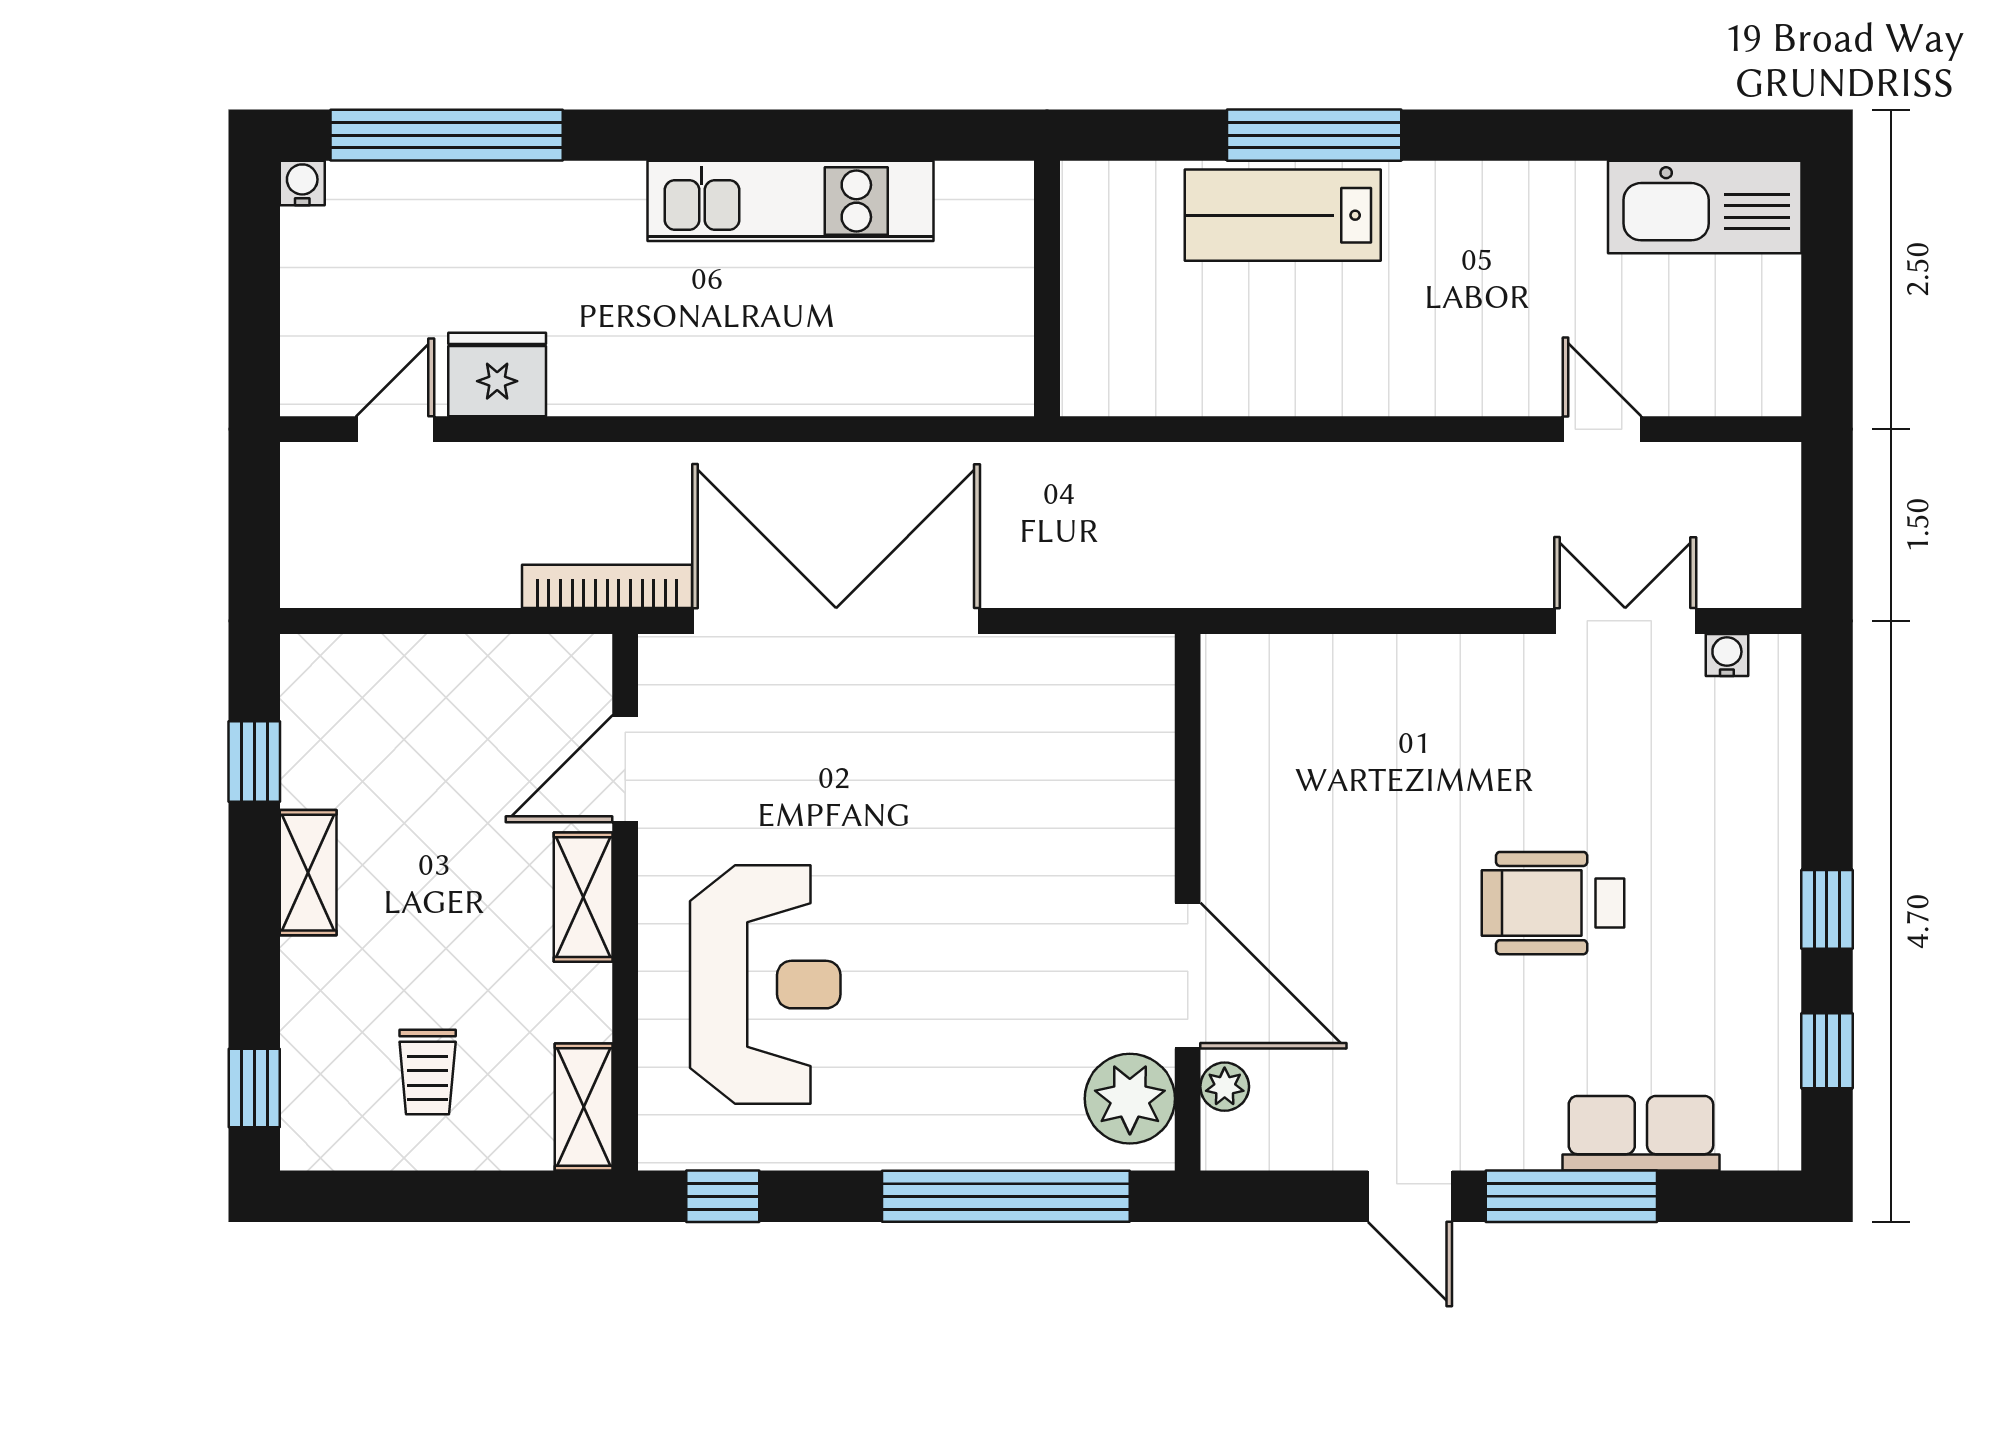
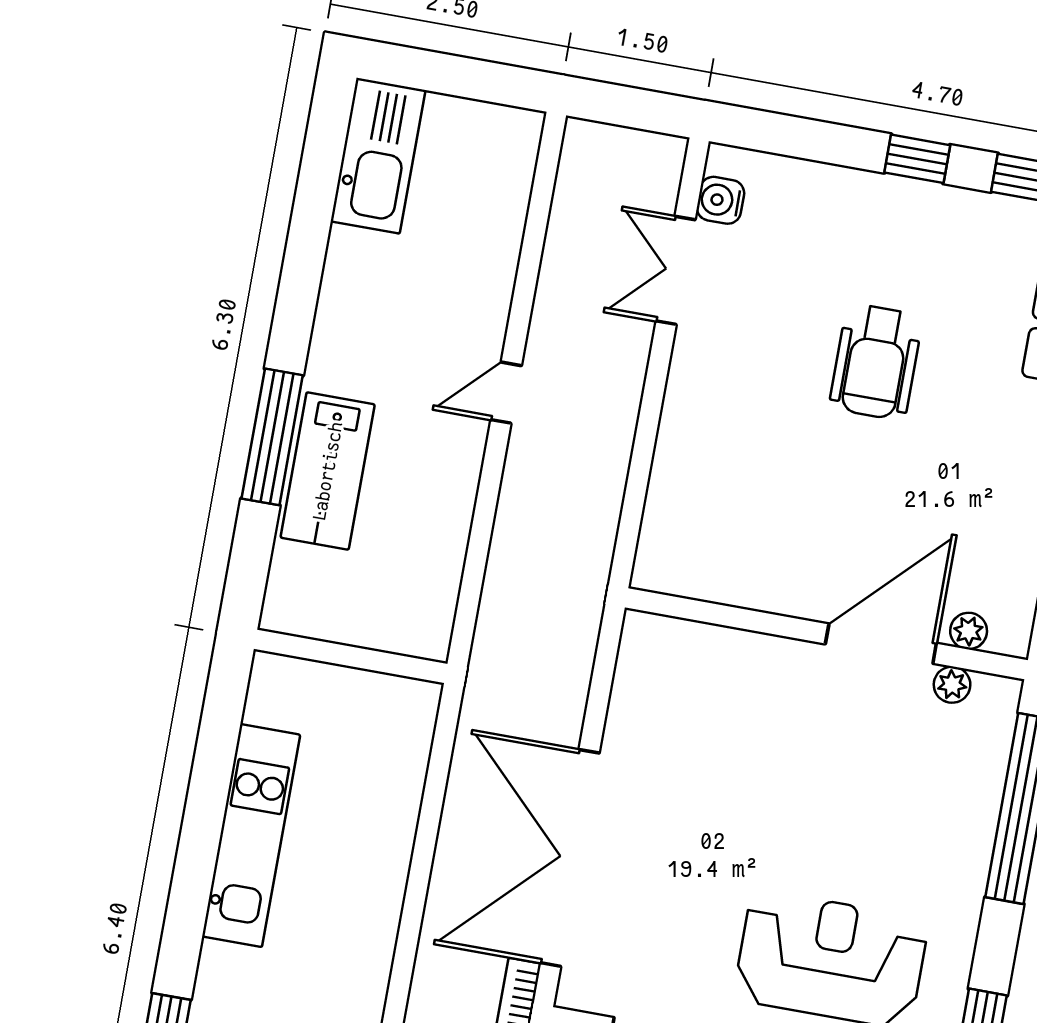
door: (1602, 429) -> (506, 393), moved
water cooler: (1727, 655) -> (720, 200), width x1.38, depth x1.38
plant: (1130, 1099) -> (952, 685), width x0.53, depth x0.53

